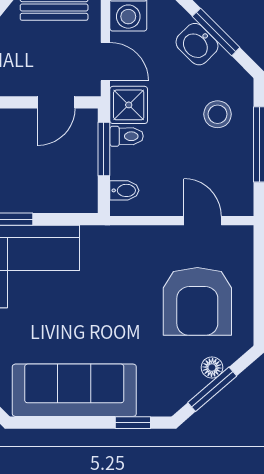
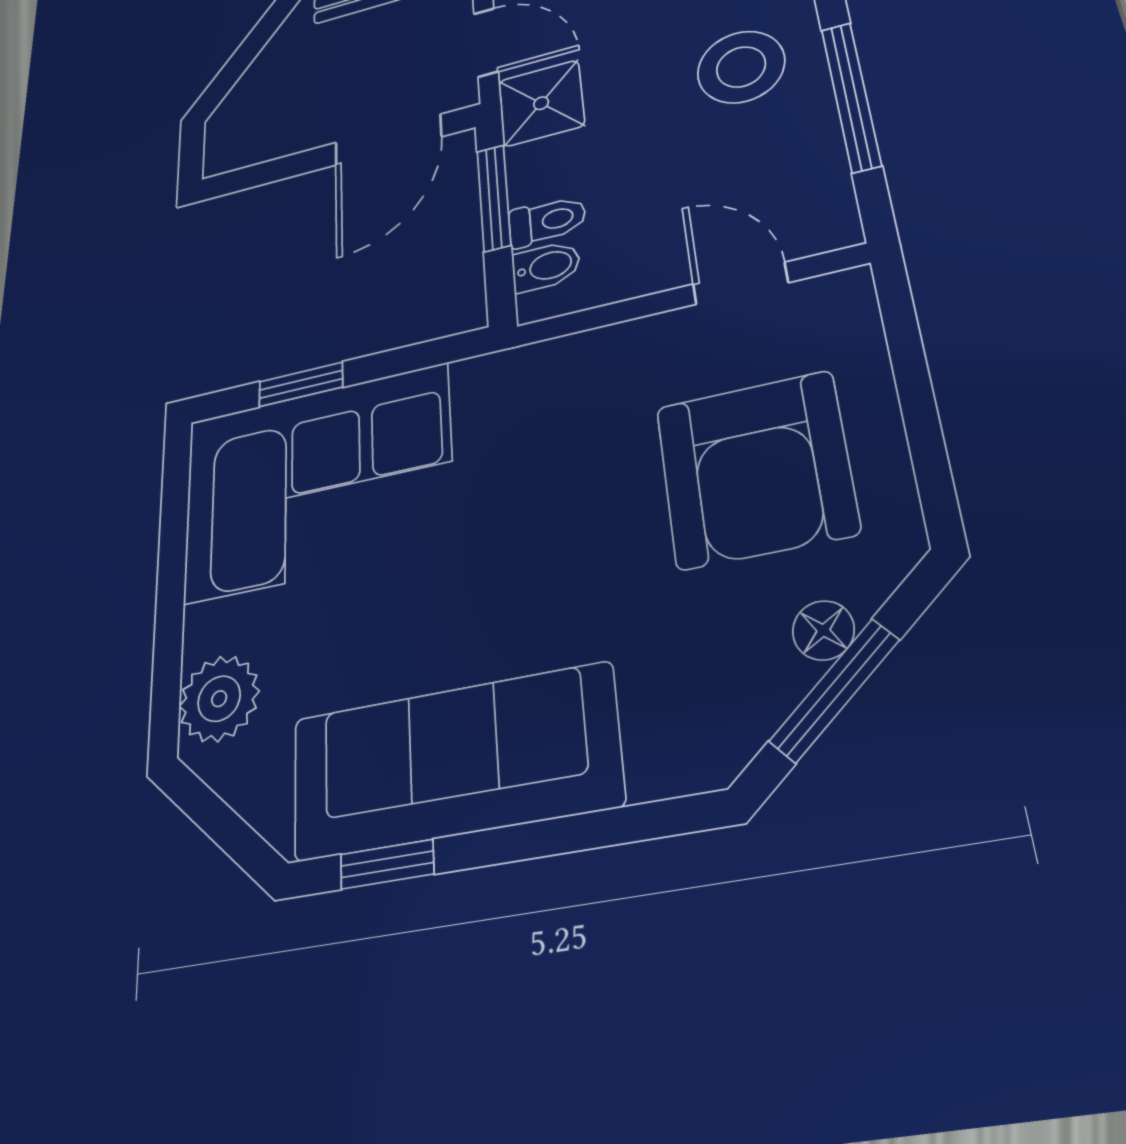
door: (56, 102) -> (388, 140), width x1.38
stool: (218, 114) -> (741, 67), width x1.38, depth x1.38
toilet: (127, 136) -> (547, 221), moved
window: (133, 423) -> (387, 864), moved

